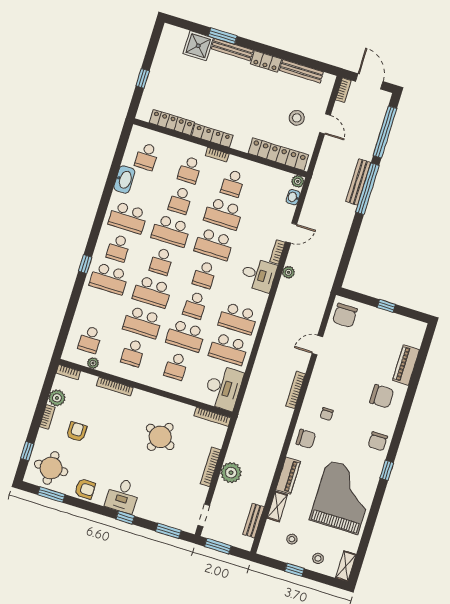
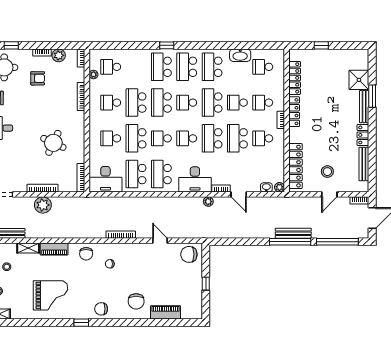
school desk: (118, 248) -> (187, 67), width x1.85
desk: (259, 275) -> (195, 179), width x1.37
grand piano: (343, 497) -> (51, 295), width x0.73, depth x0.68

